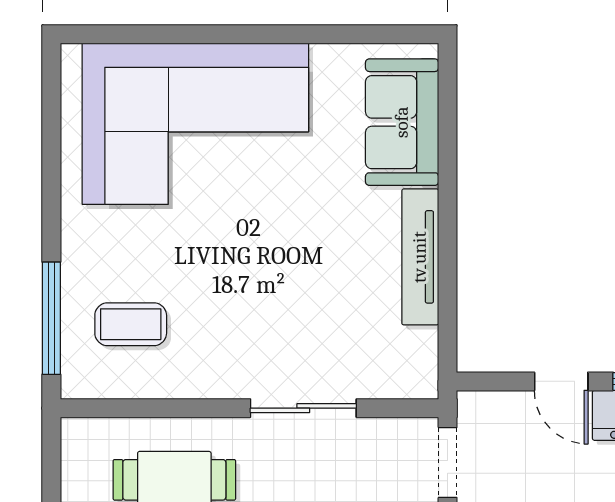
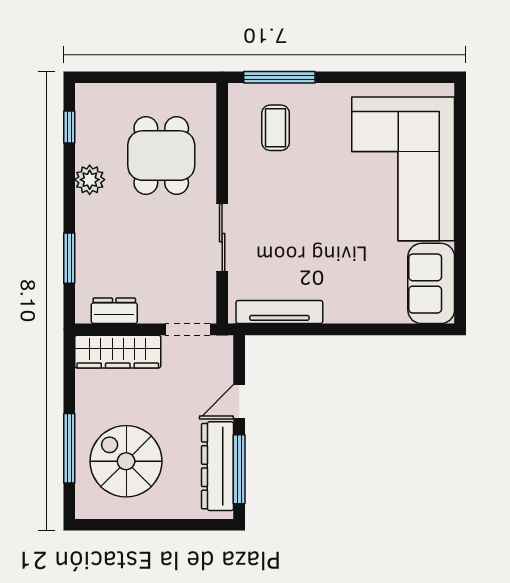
sofa: (402, 122) -> (431, 283), moved, turned -90
tv unit: (420, 257) -> (279, 312), moved

